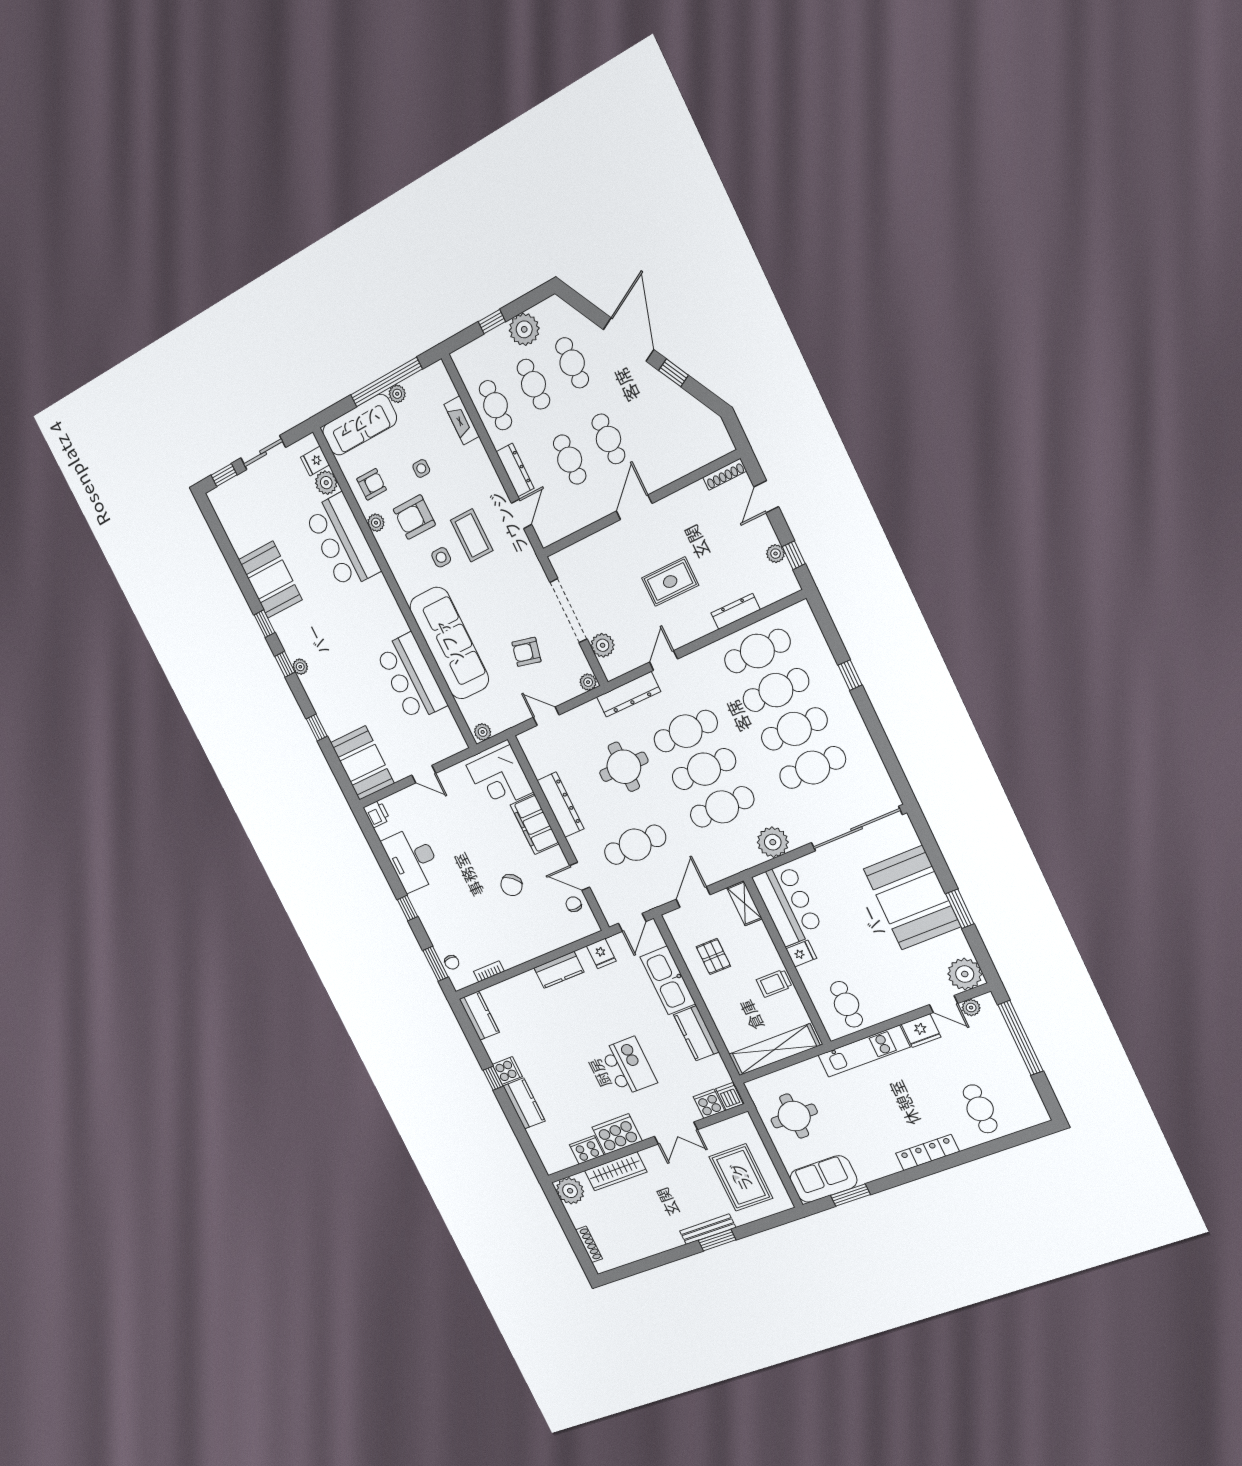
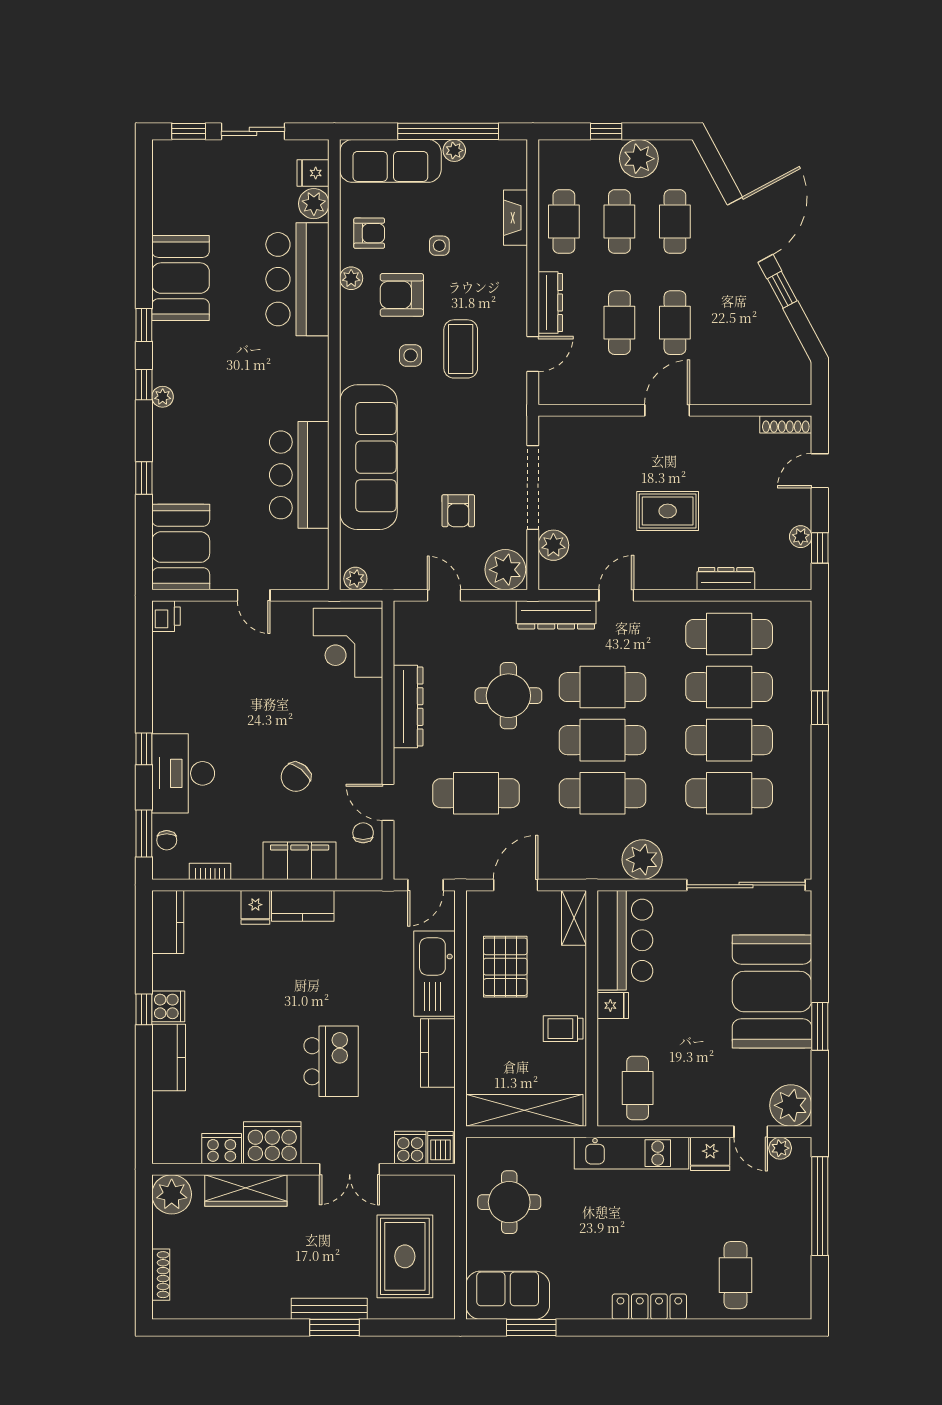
armchair: (526, 652) -> (458, 511), turned -103
plant: (588, 682) -> (505, 570), width x1.87, depth x1.87
filing cabinet: (535, 824) -> (300, 861), moved, turned 90
desk: (412, 859) -> (183, 773), moved
fridge: (601, 954) -> (255, 907), moved
pallet: (713, 956) -> (505, 967), width x1.50, depth x1.42

